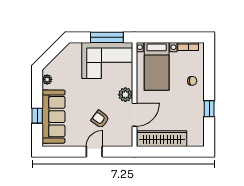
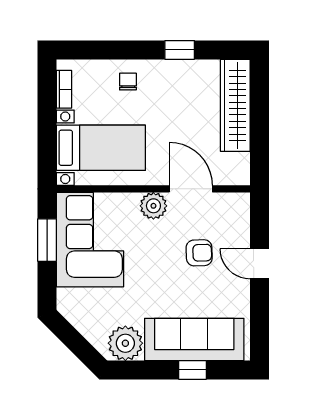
window: (107, 37) -> (47, 240), width x0.69
plant: (47, 79) -> (125, 343), width x1.88, depth x1.88
armchair: (100, 119) -> (199, 253), turned -129
wardrobe: (162, 139) -> (235, 105), moved

